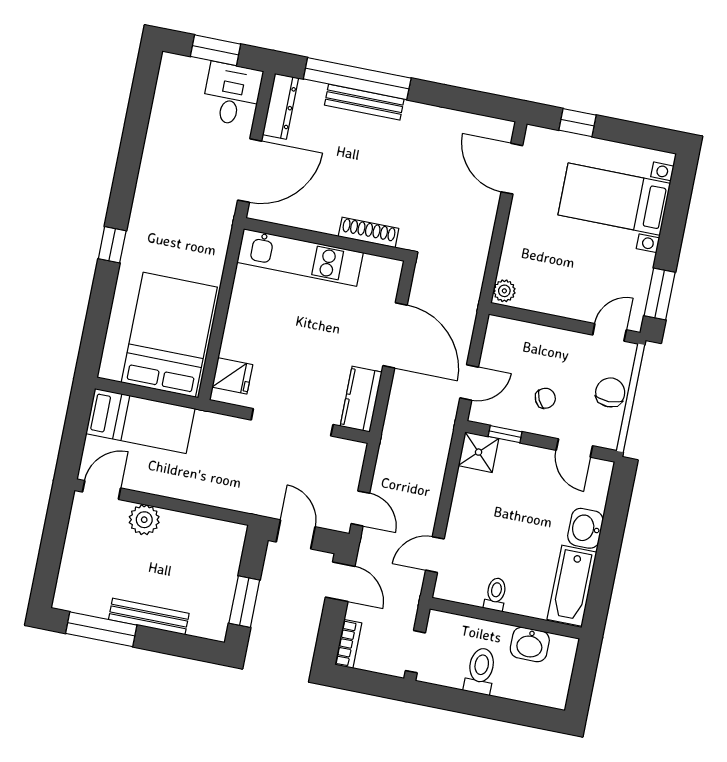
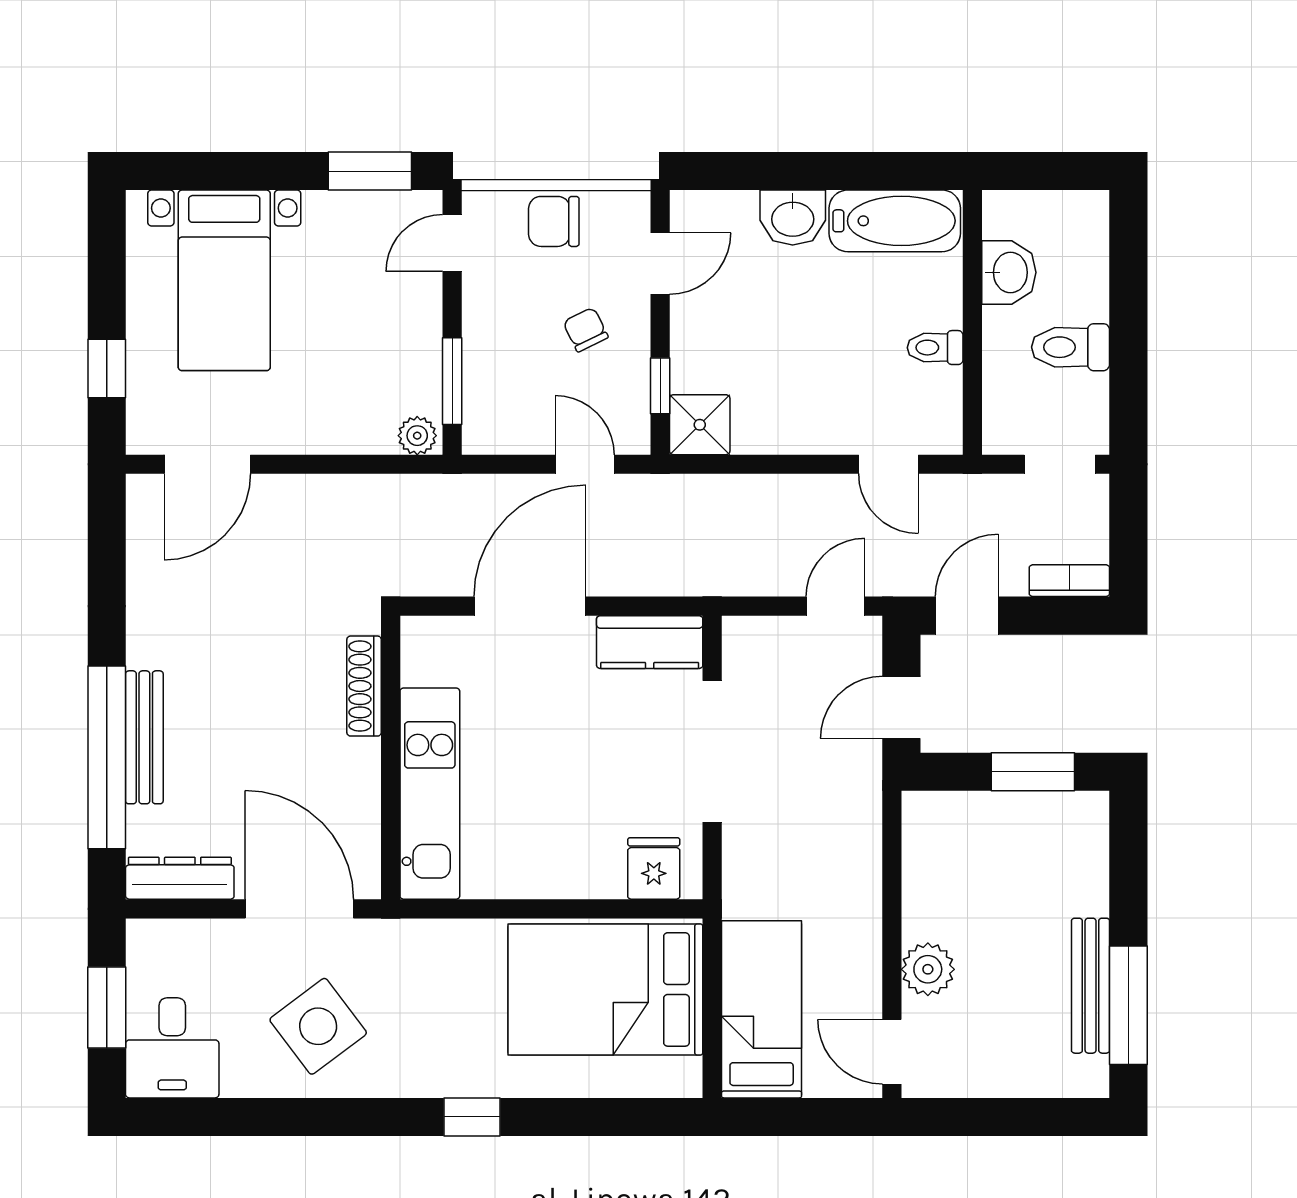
desk: (232, 94) -> (172, 1048), moved, turned -90
side table: (181, 168) -> (318, 1026), added
window: (531, 317) -> (452, 381), added
door: (609, 332) -> (452, 243), hinge flipped
bench: (149, 616) -> (1091, 986), moved

